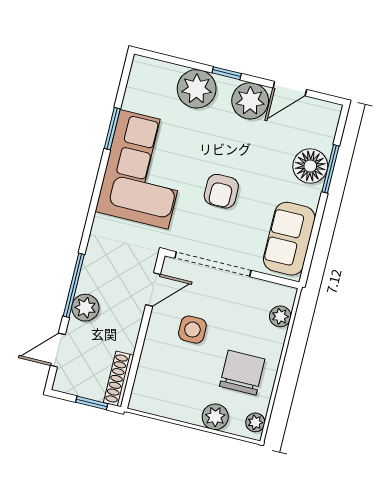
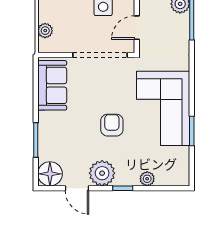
plant: (197, 89) -> (147, 179), width x0.53, depth x0.53
door: (290, 89) -> (77, 188), swing flipped
floor lamp: (310, 166) -> (50, 174), moved
armchair: (221, 191) -> (112, 125), moved

